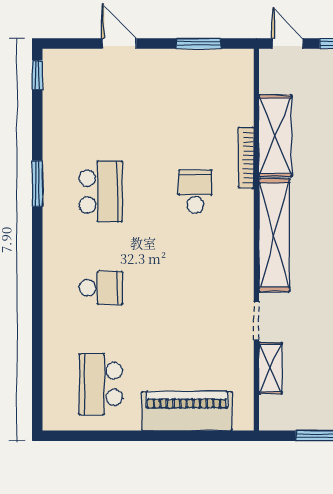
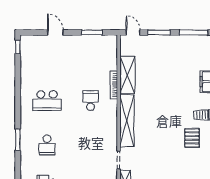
window: (37, 184) -> (18, 140), moved
school desk: (101, 191) -> (47, 101), turned 90
school desk: (101, 288) -> (47, 145), turned 90

